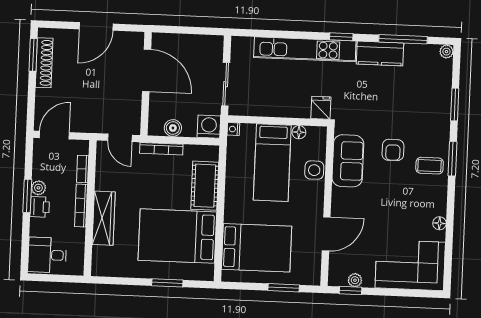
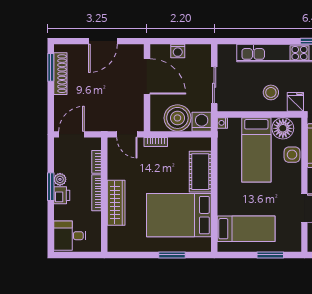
washing machine: (184, 42) -> (178, 51), added
stool: (292, 95) -> (271, 92), added
boiler: (173, 128) -> (177, 118), width x1.86, depth x1.86
floor lamp: (299, 132) -> (283, 128), width x1.89, depth x1.89
bookcase: (161, 149) -> (156, 142), width x0.64
bed: (257, 248) -> (246, 229), width x0.67

